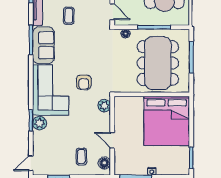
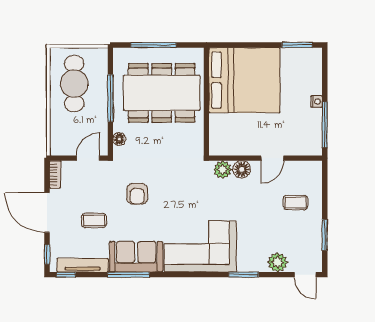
armchair: (84, 82) -> (137, 194), moved, turned 90
plant: (40, 123) -> (278, 262), moved
floor lamp: (104, 163) -> (242, 169), moved

